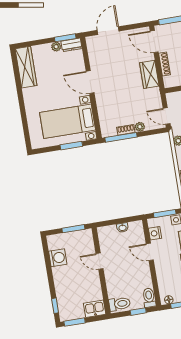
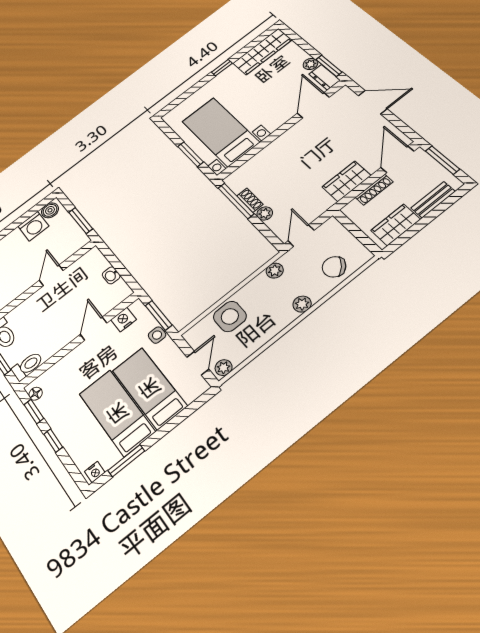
door: (90, 82) -> (313, 105), moved
window: (20, 96) -> (222, 68), added
boiler: (53, 243) -> (50, 210), added

